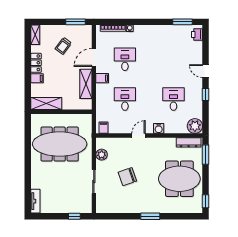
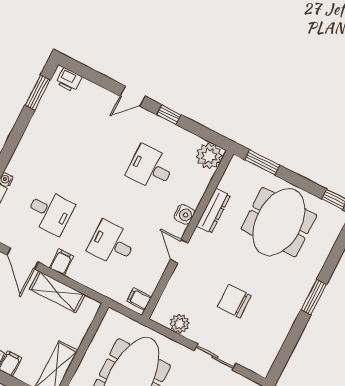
desk: (125, 59) -> (50, 212), turned 180
dresser: (189, 142) -> (213, 211), moved
chair: (127, 177) -> (234, 301), turned 109

